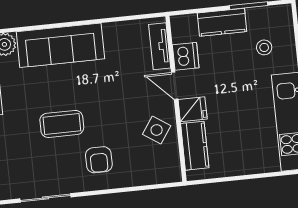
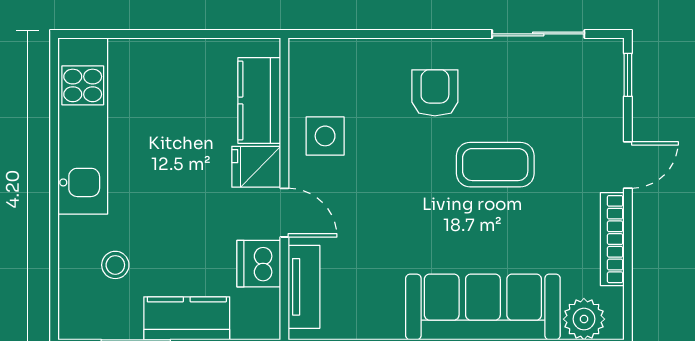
side table: (157, 130) -> (325, 136), turned -34

